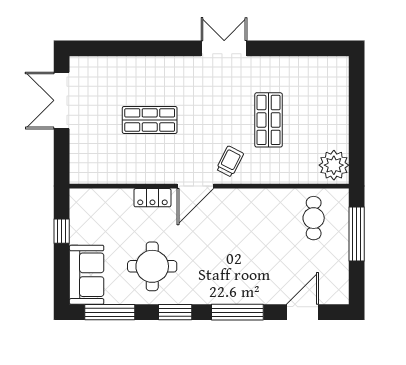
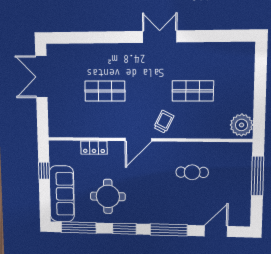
shop shelf: (269, 120) -> (193, 91), turned 90
locker: (152, 198) -> (94, 148), moved
cafe table: (314, 218) -> (192, 172), moved, turned 90
sofa: (87, 275) -> (62, 194), width x1.36

